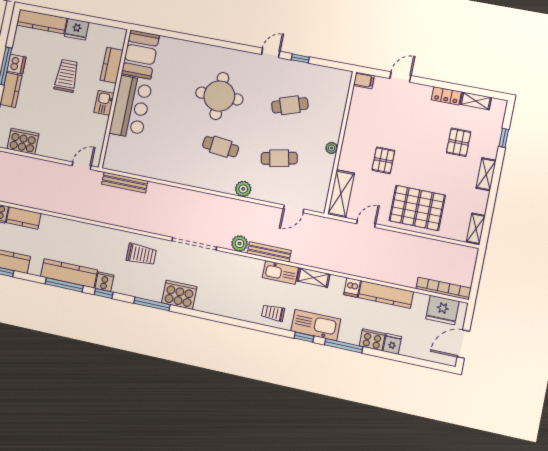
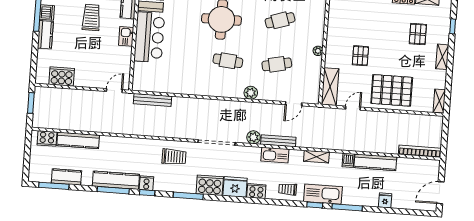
kitchen counter: (24, 218) -> (78, 140), width x1.50
kitchen sink: (280, 272) -> (275, 155), moved
fridge: (442, 310) -> (235, 187), moved, turned 180
cooker: (372, 340) -> (256, 191), moved

